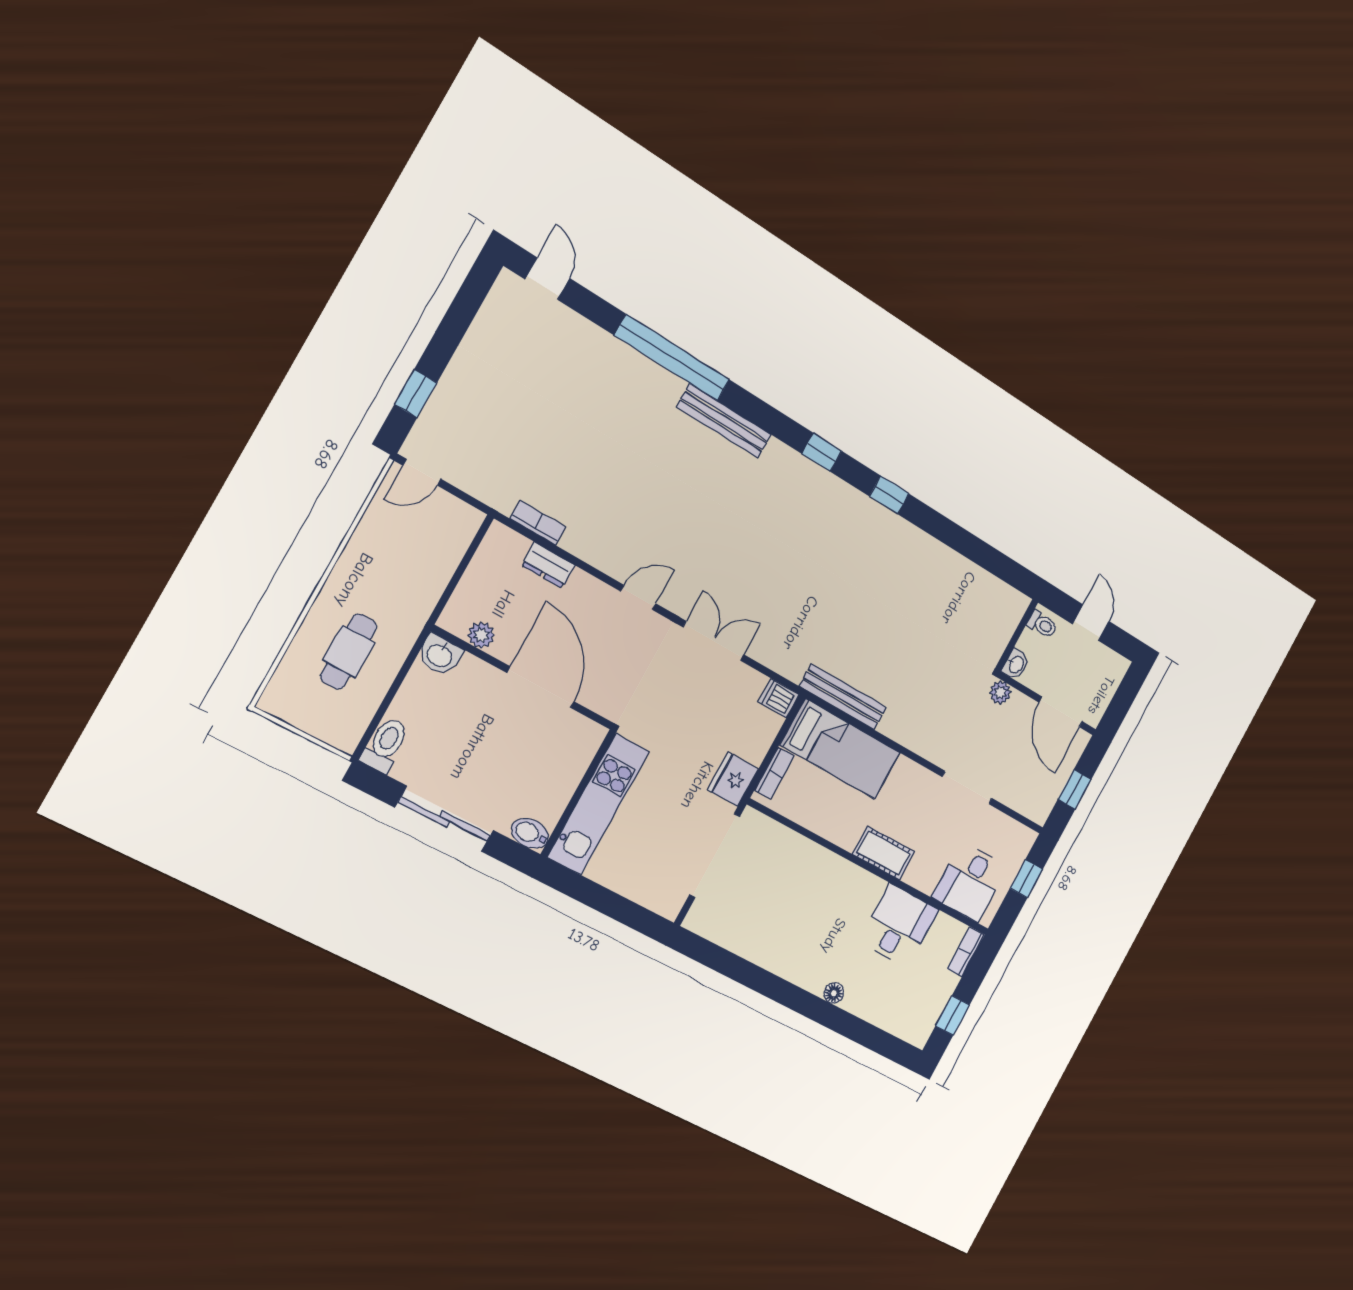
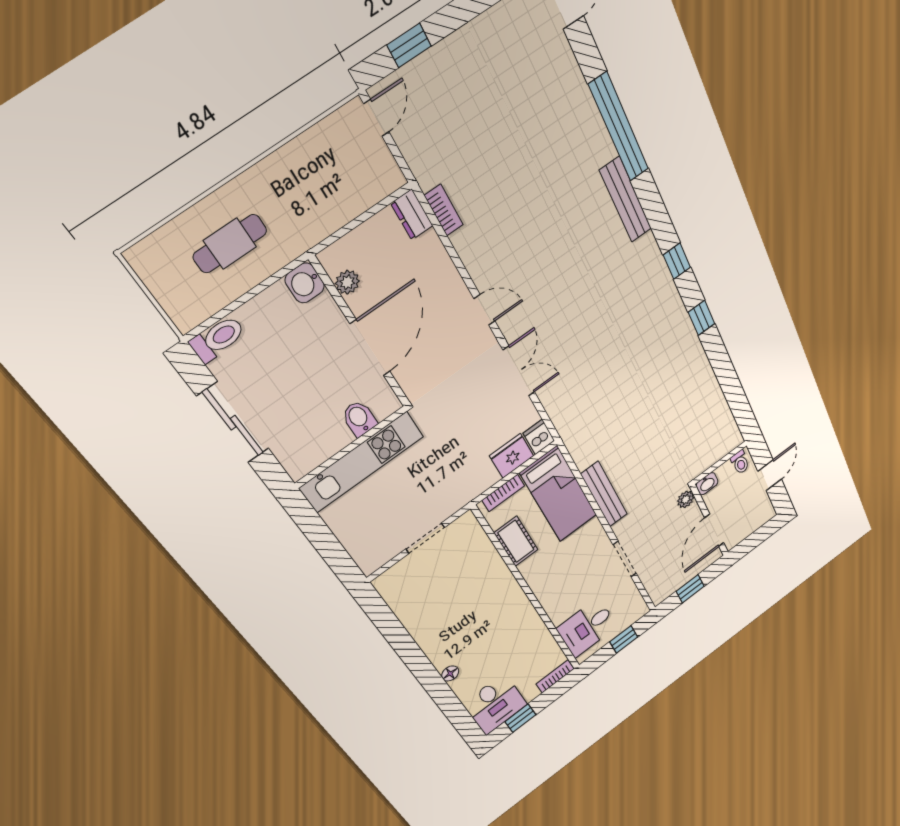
door: (422, 472) -> (376, 118), swing flipped
dresser: (548, 565) -> (412, 215), moved
bench: (843, 697) -> (604, 494), moved
fridge: (733, 779) -> (512, 456), moved
bidet: (530, 833) -> (359, 418), moved
cot: (883, 853) -> (516, 541), moved
doorway: (715, 856) -> (425, 538), width x0.53
desk: (899, 926) -> (495, 704), moved, turned 90

